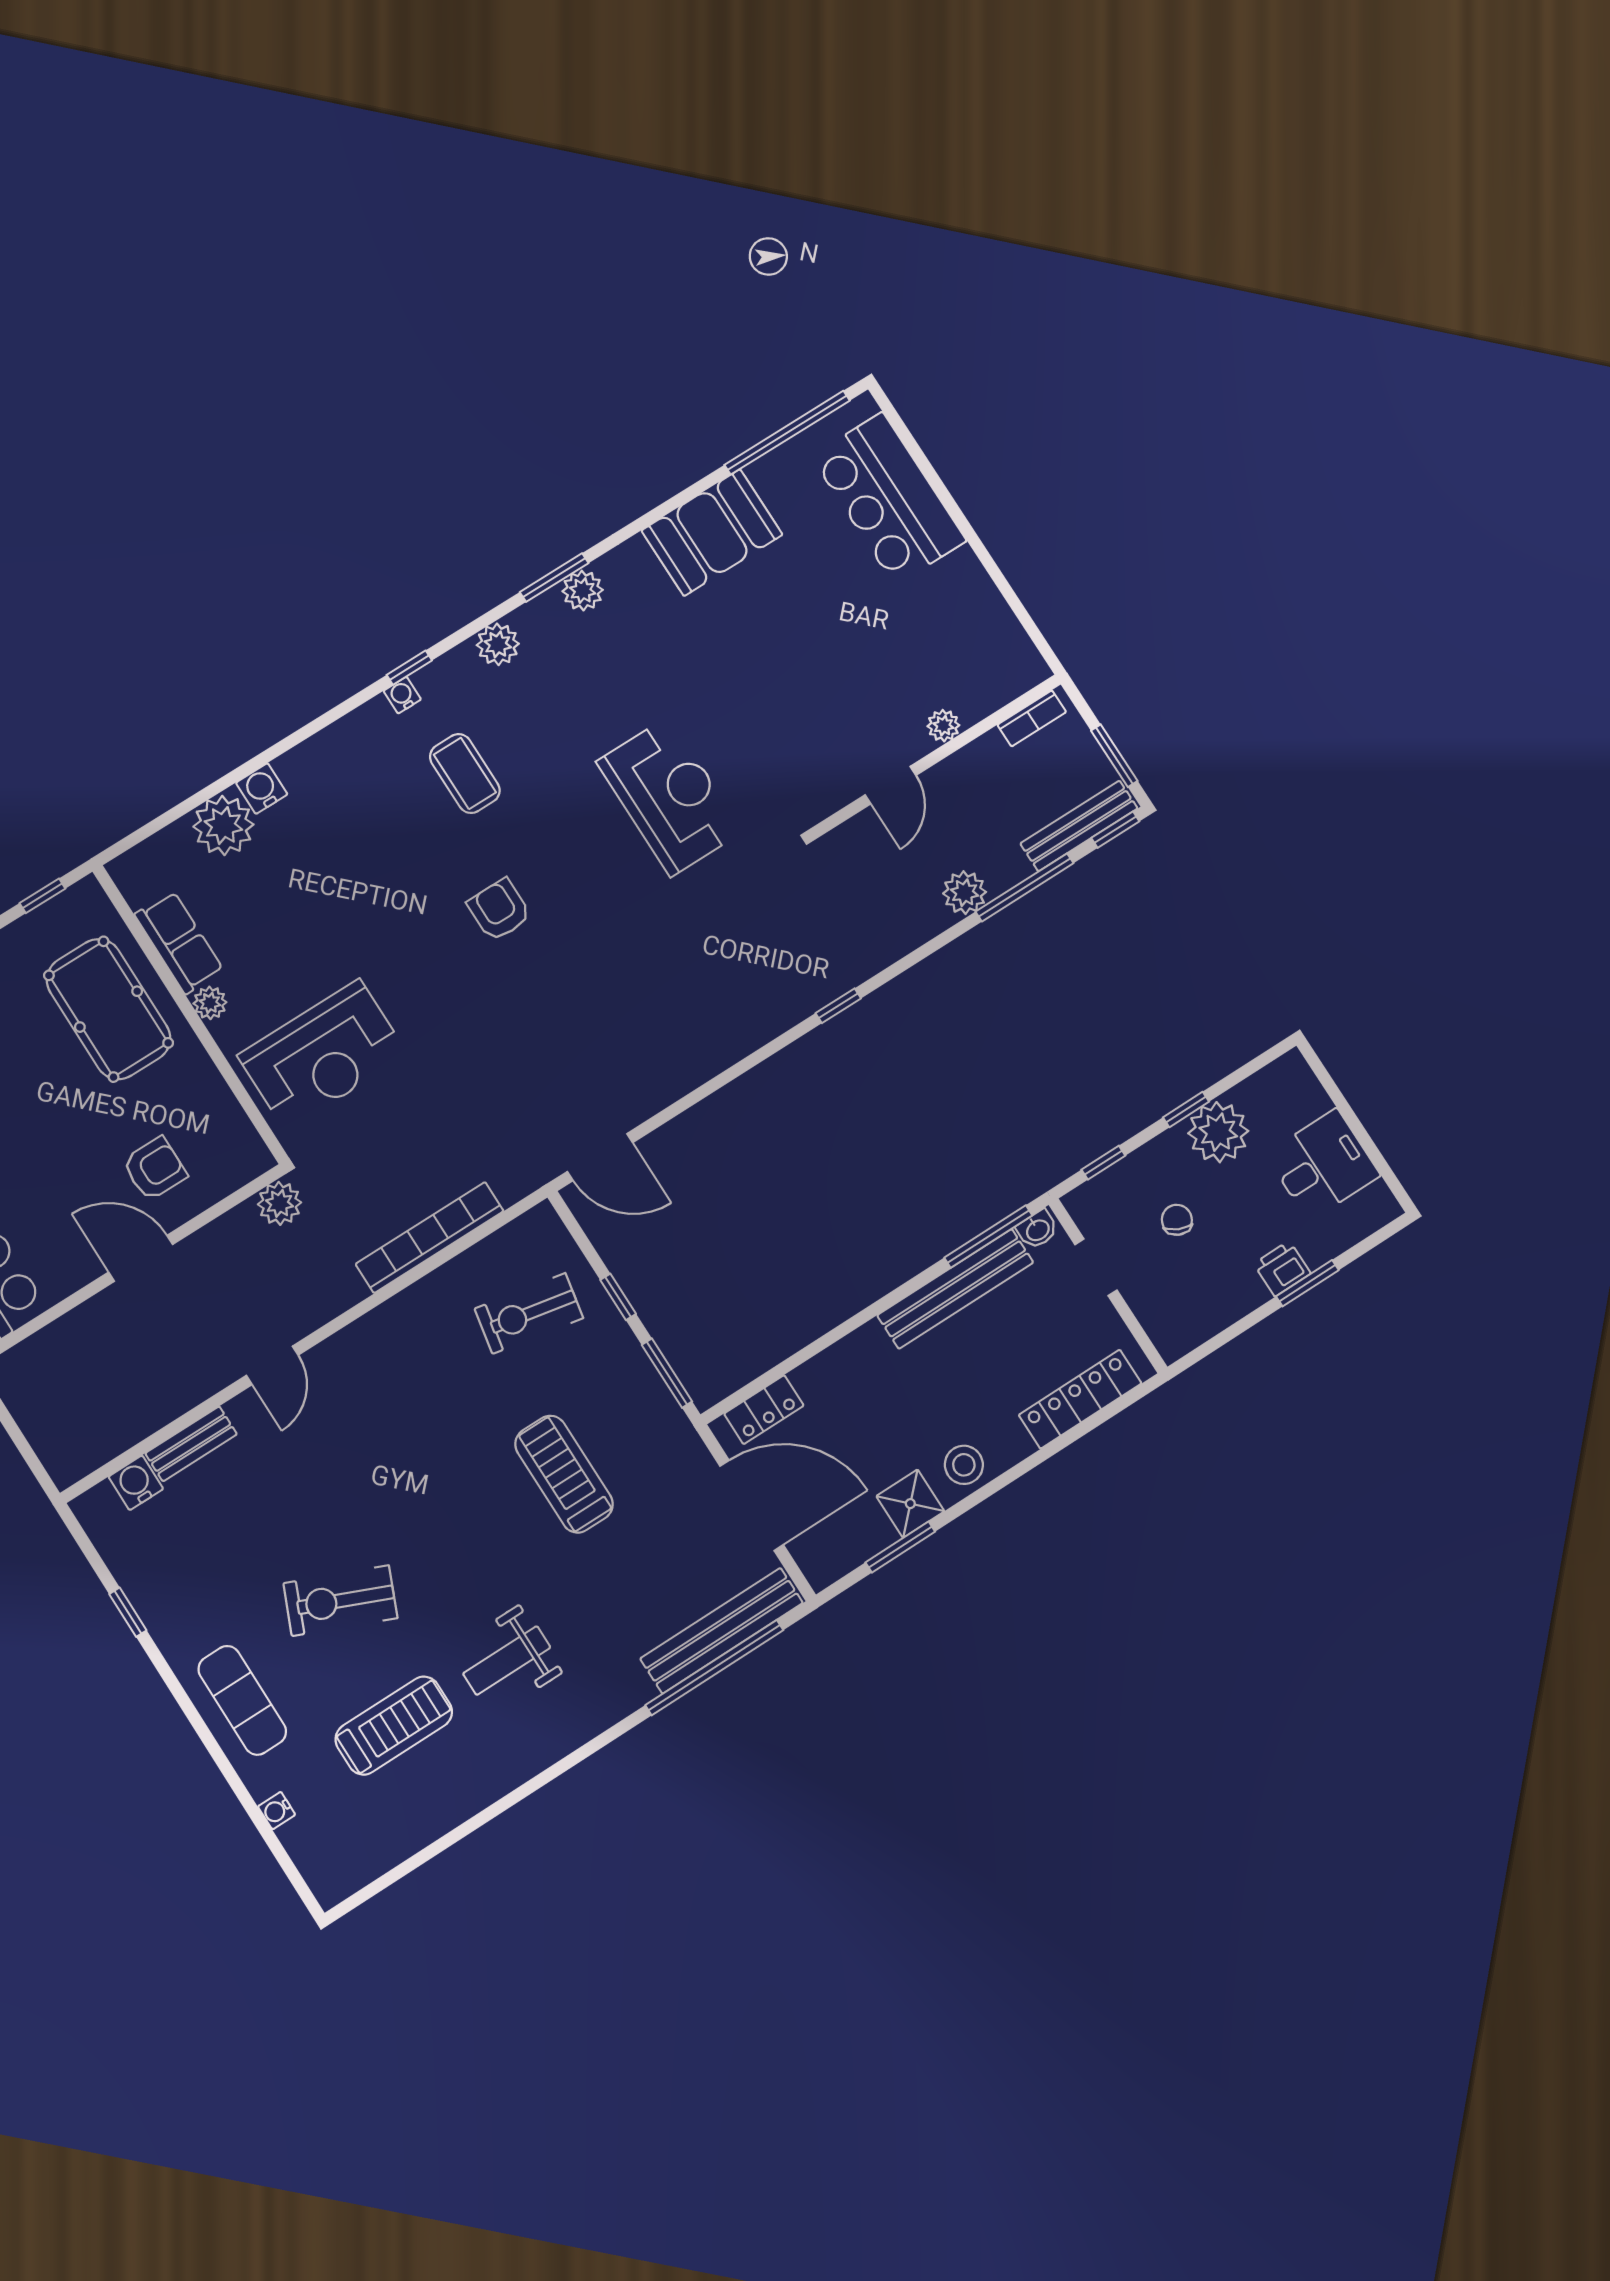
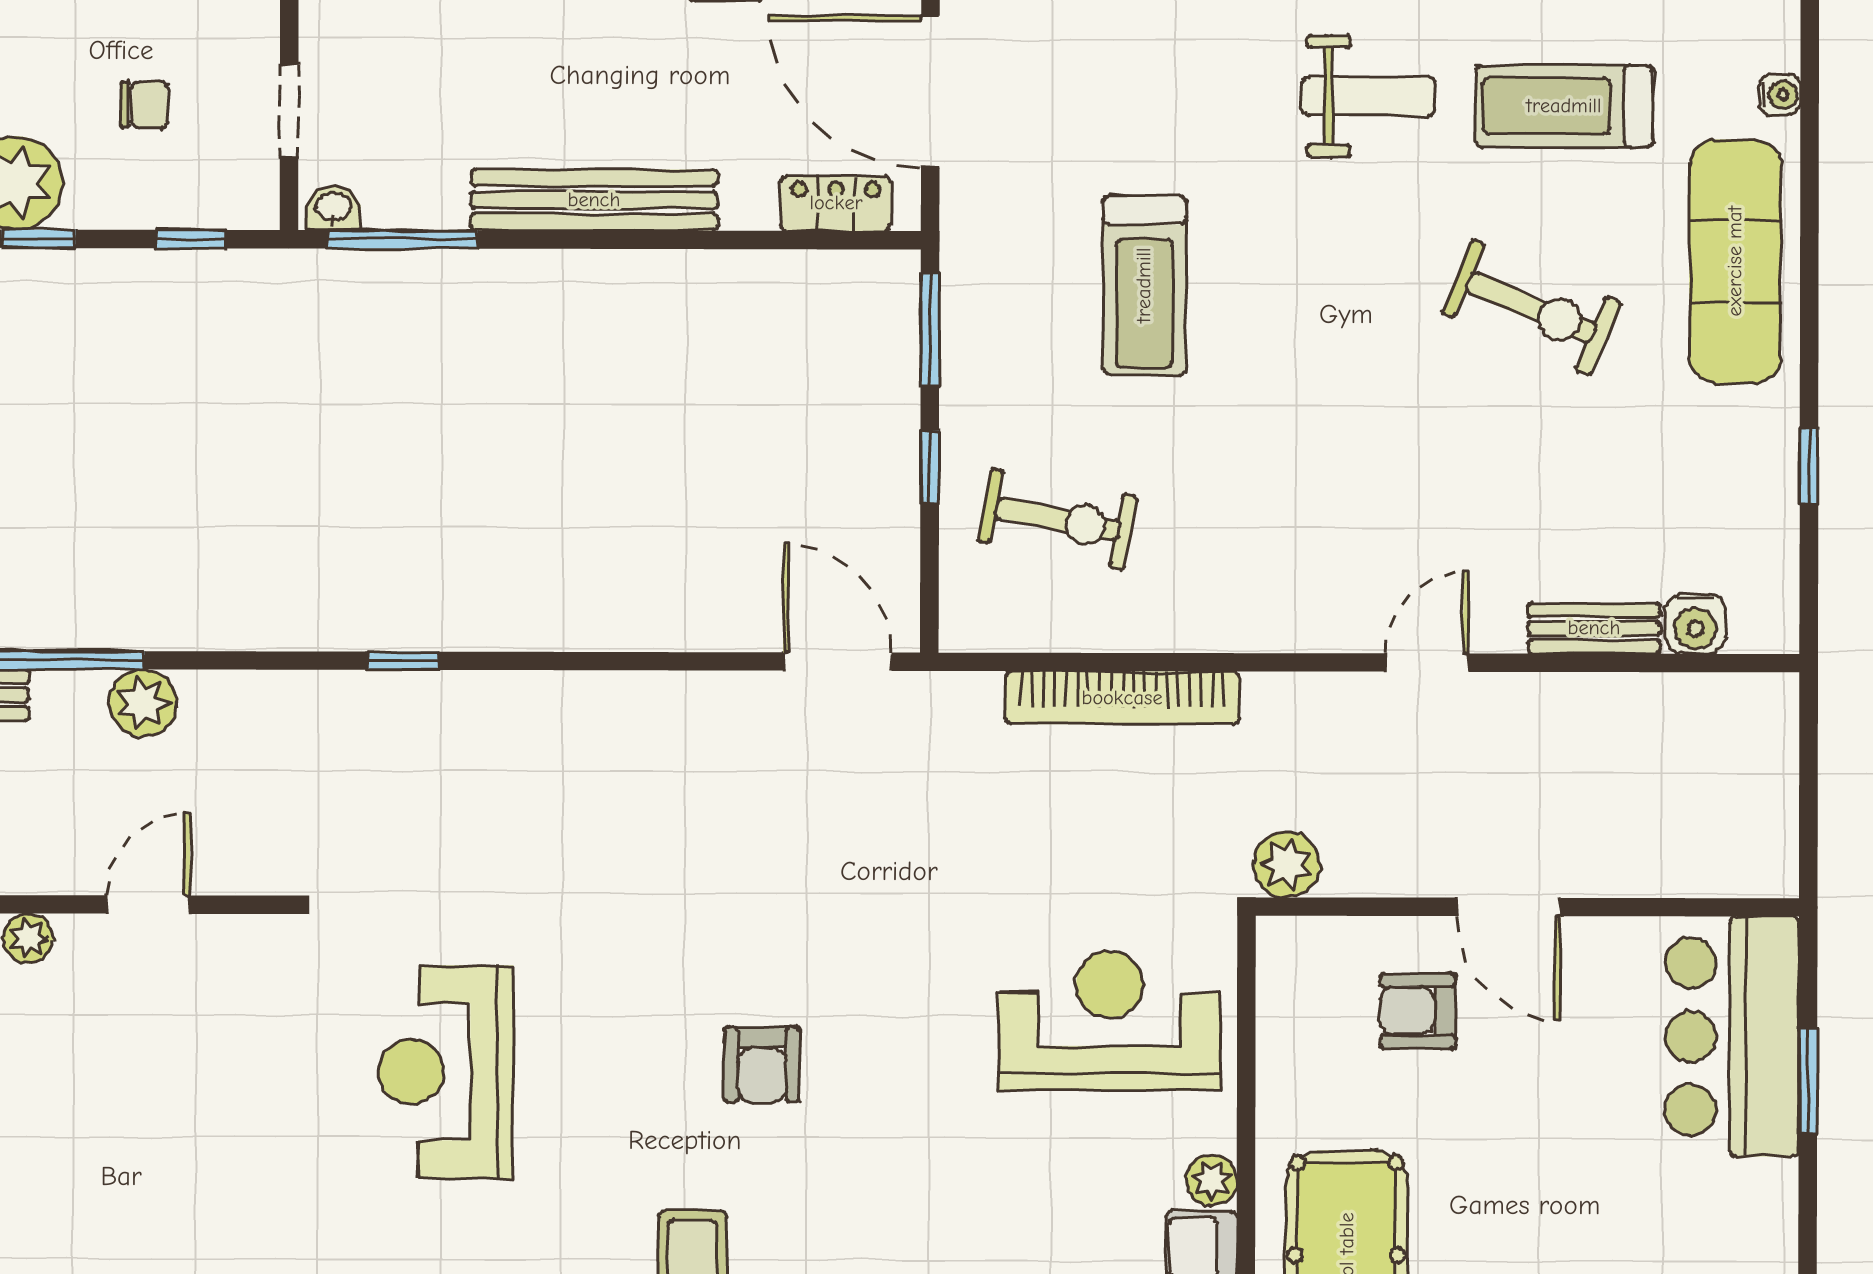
chair: (1177, 1220) -> (144, 105), turned -115
bench: (955, 1289) -> (594, 200), moved
exercise mat: (242, 1700) -> (1735, 261), width x1.36, depth x1.45

